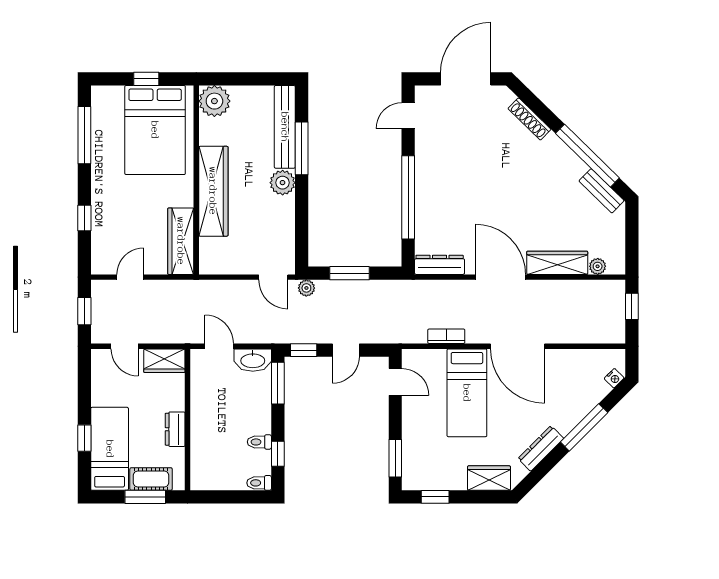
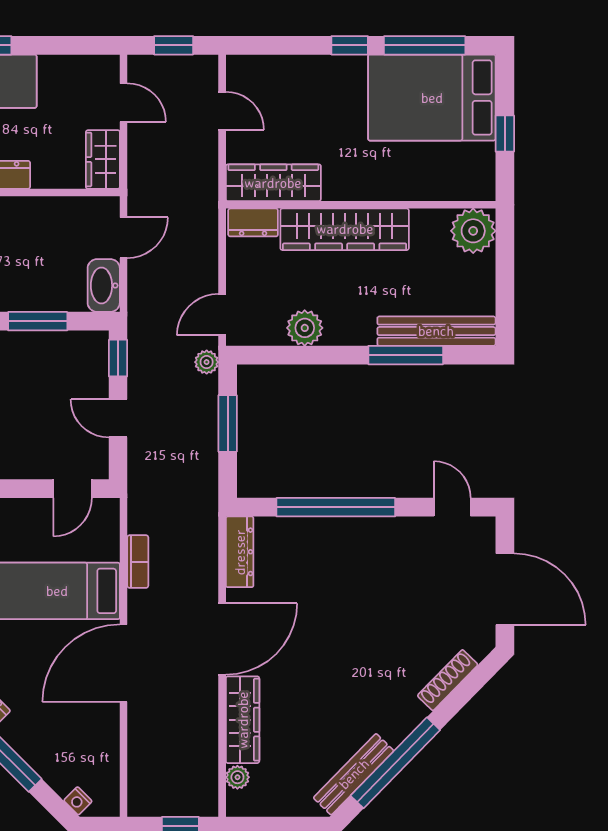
bed: (155, 130) -> (432, 98), moved
plant: (283, 183) -> (305, 328), moved
bench: (602, 191) -> (354, 774), width x1.36
window: (84, 218) -> (350, 45), moved
dresser: (209, 255) -> (253, 222), added
door: (125, 346) -> (124, 103), swing flipped
window: (278, 383) -> (38, 321), moved

